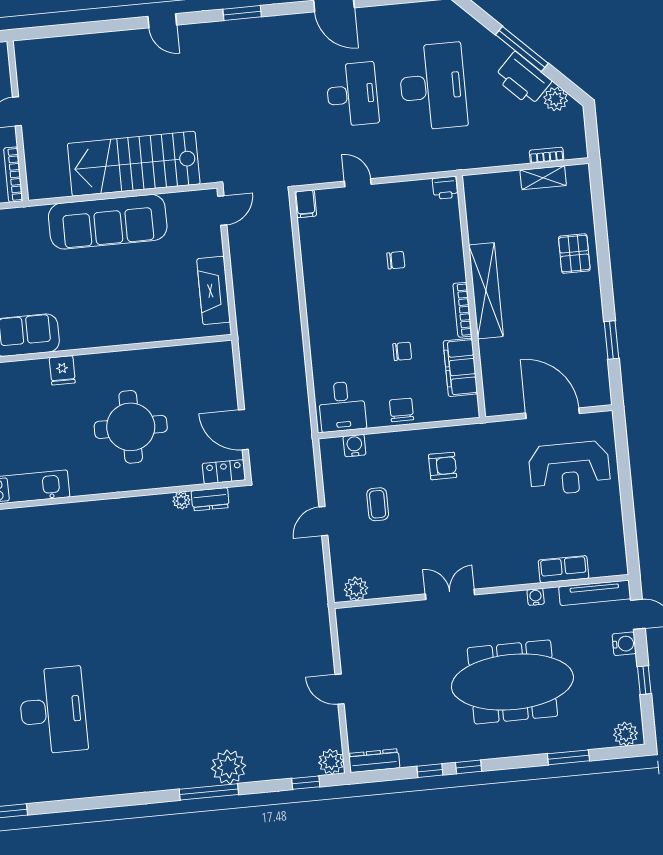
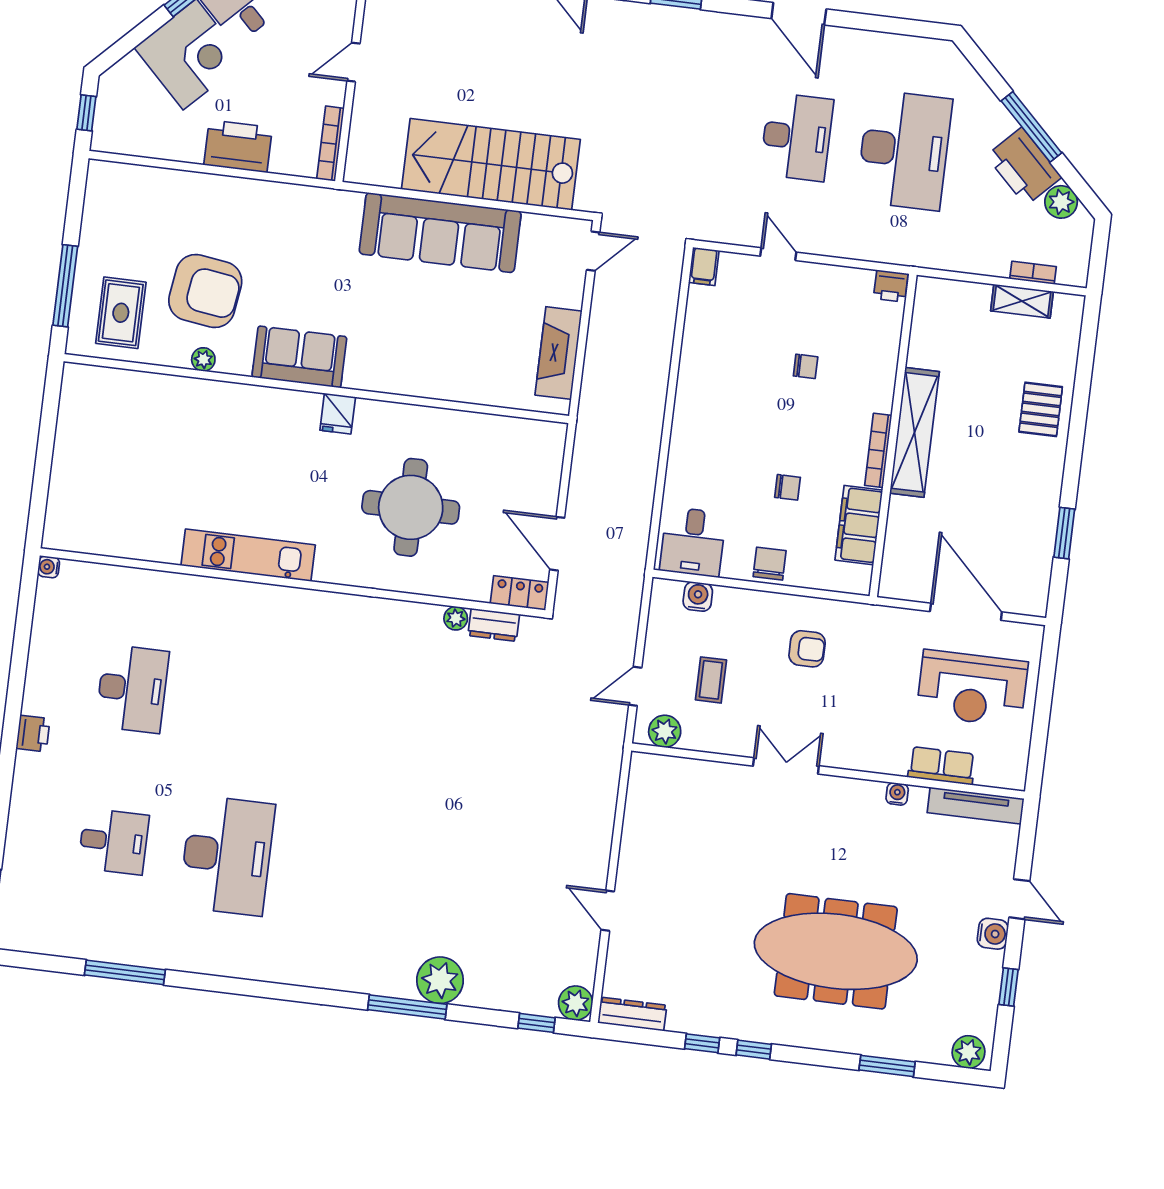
row of seats: (563, 569) -> (942, 766), moved
plant: (356, 589) -> (665, 731), moved
wall: (481, 591) -> (828, 771), moved
tv unit: (595, 593) -> (976, 806), moved
double door: (450, 594) -> (786, 766), moved
water cooler: (536, 597) -> (897, 794), moved

